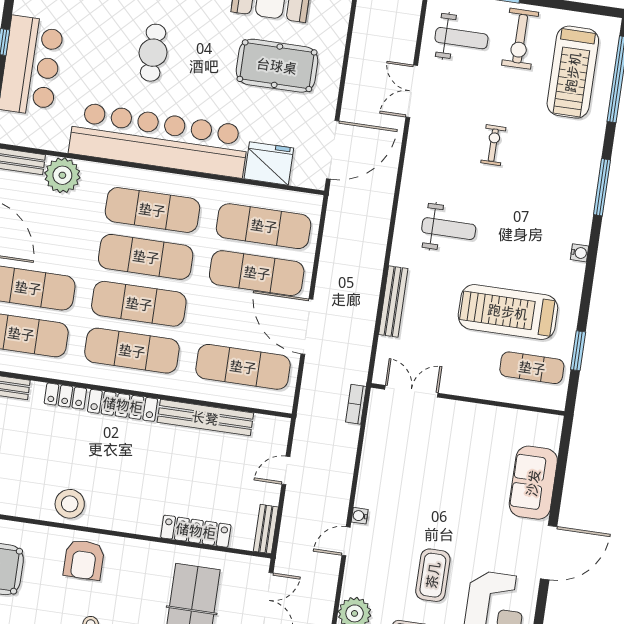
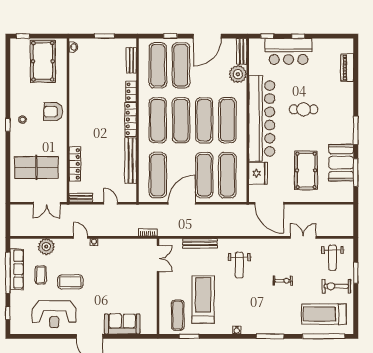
stool: (70, 504) -> (79, 101), removed

